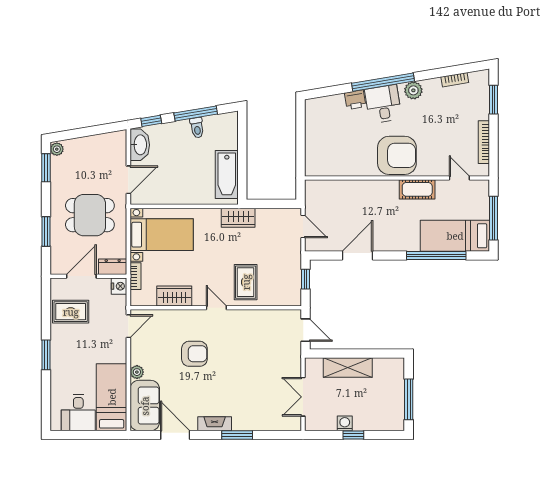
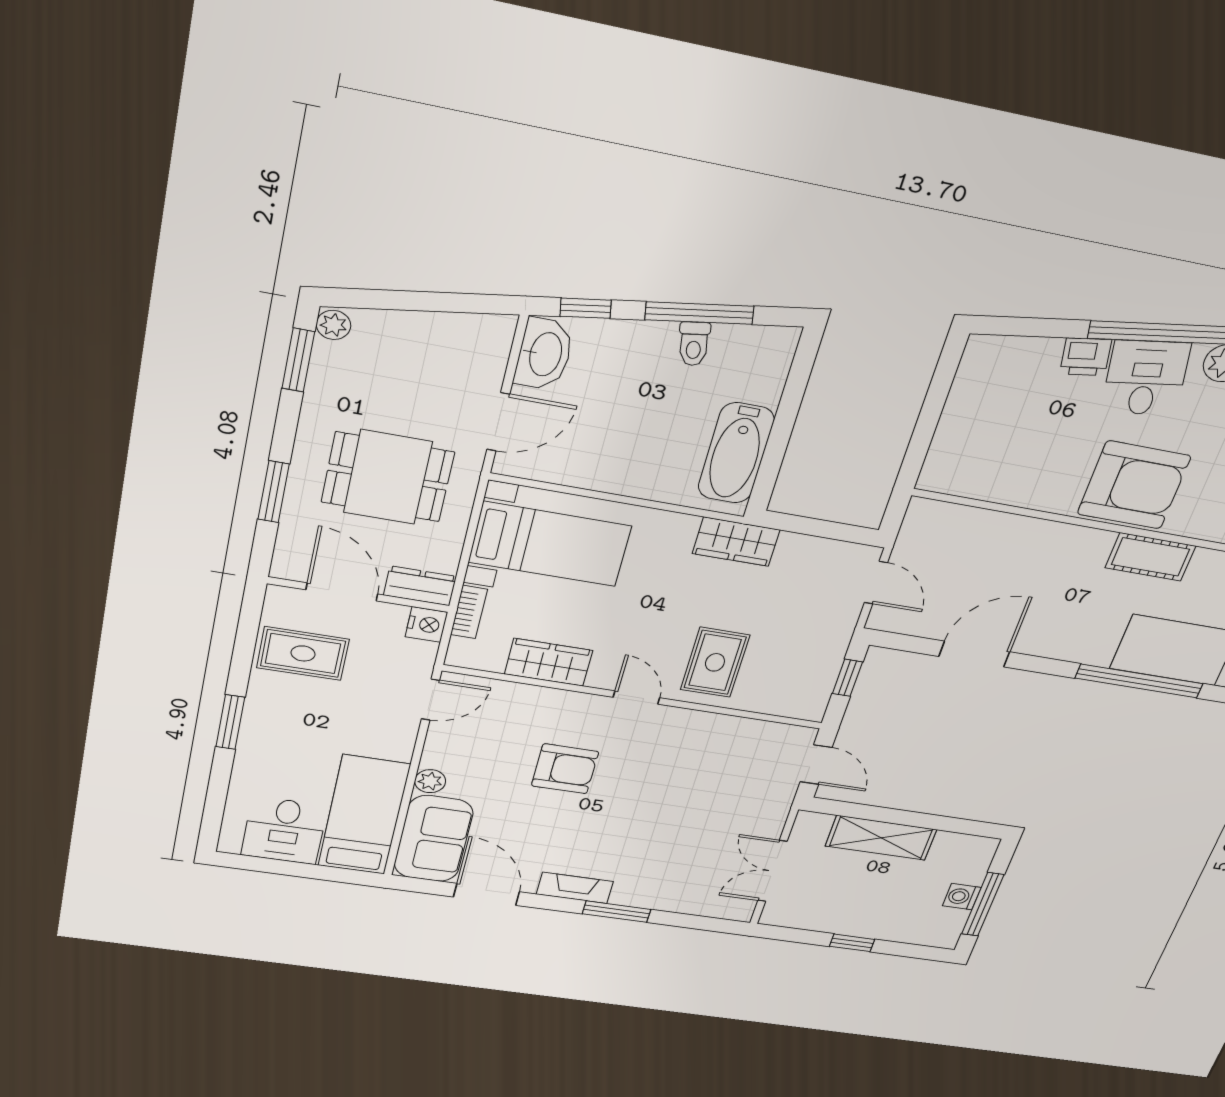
door: (81, 276) -> (342, 592), hinge flipped
washing machine: (345, 423) -> (962, 897), moved, turned -90

